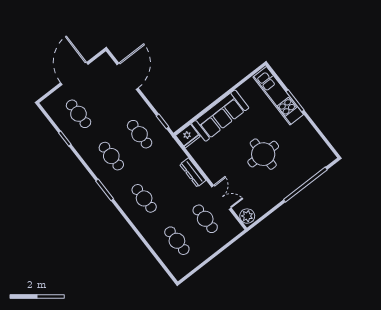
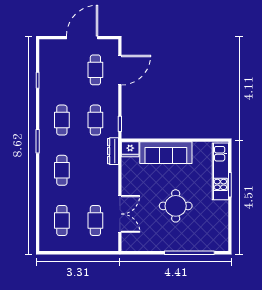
cafe table: (78, 114) -> (95, 70), moved
dresser: (193, 172) -> (113, 151), moved
double door: (221, 197) -> (120, 214), width x1.37
plant: (247, 216) -> (128, 243), removed

